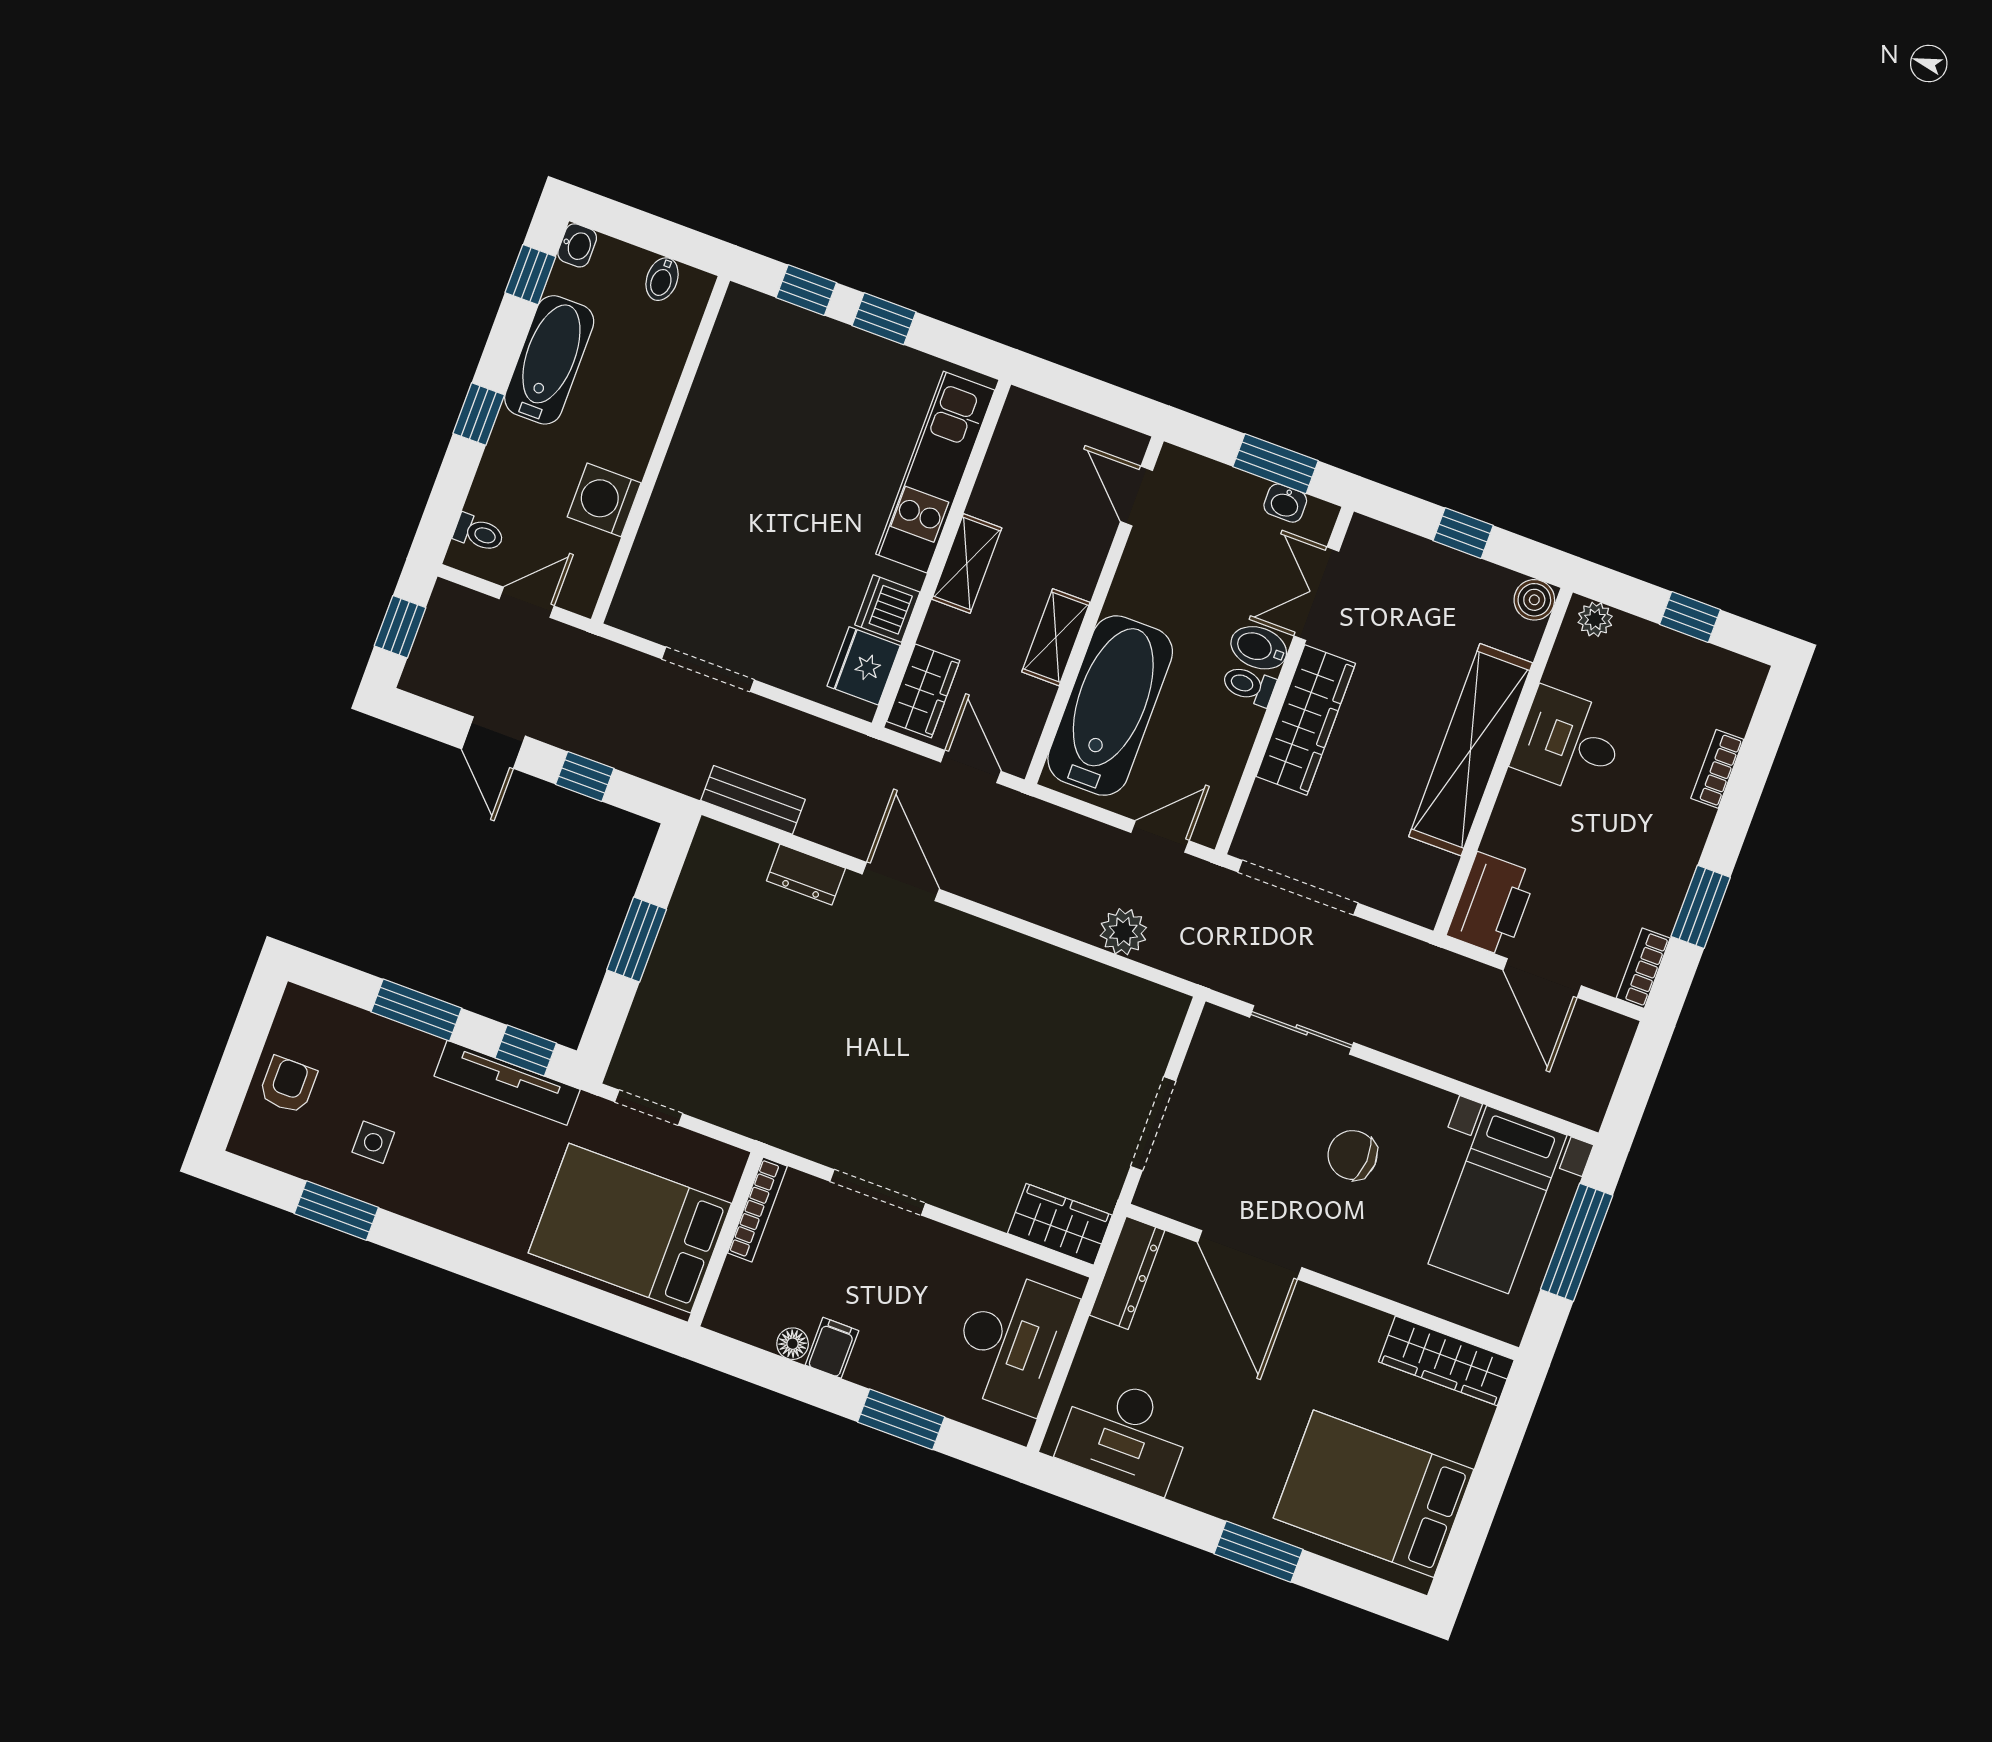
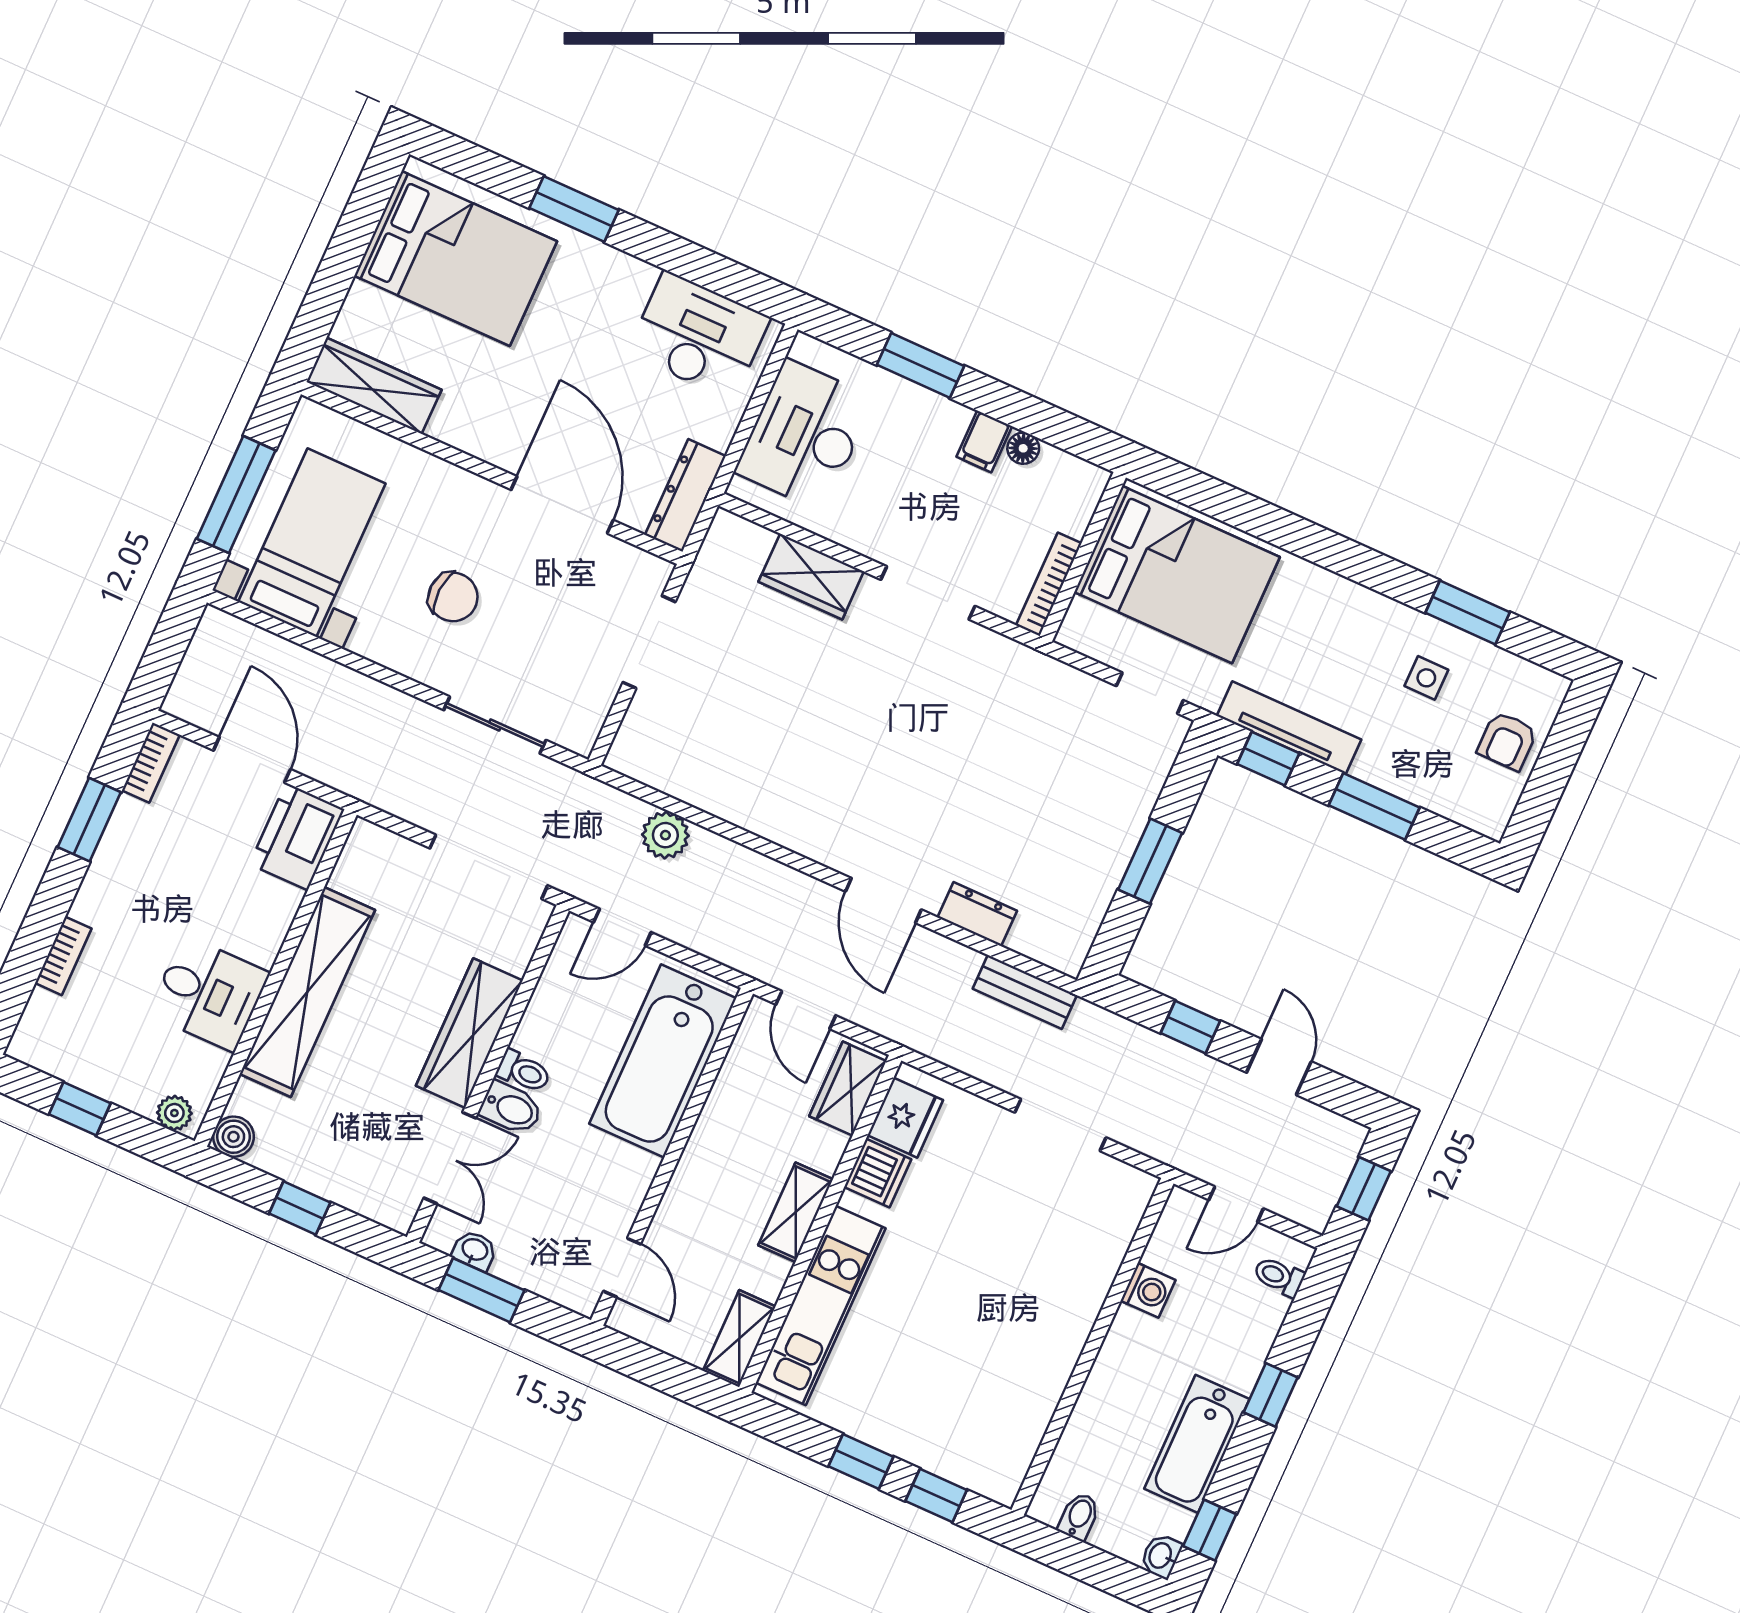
washing machine: (604, 500) -> (1148, 1290), width x0.73, depth x0.73
shelving: (1056, 637) -> (739, 1339), moved
wardrobe: (1060, 1224) -> (811, 577), moved

